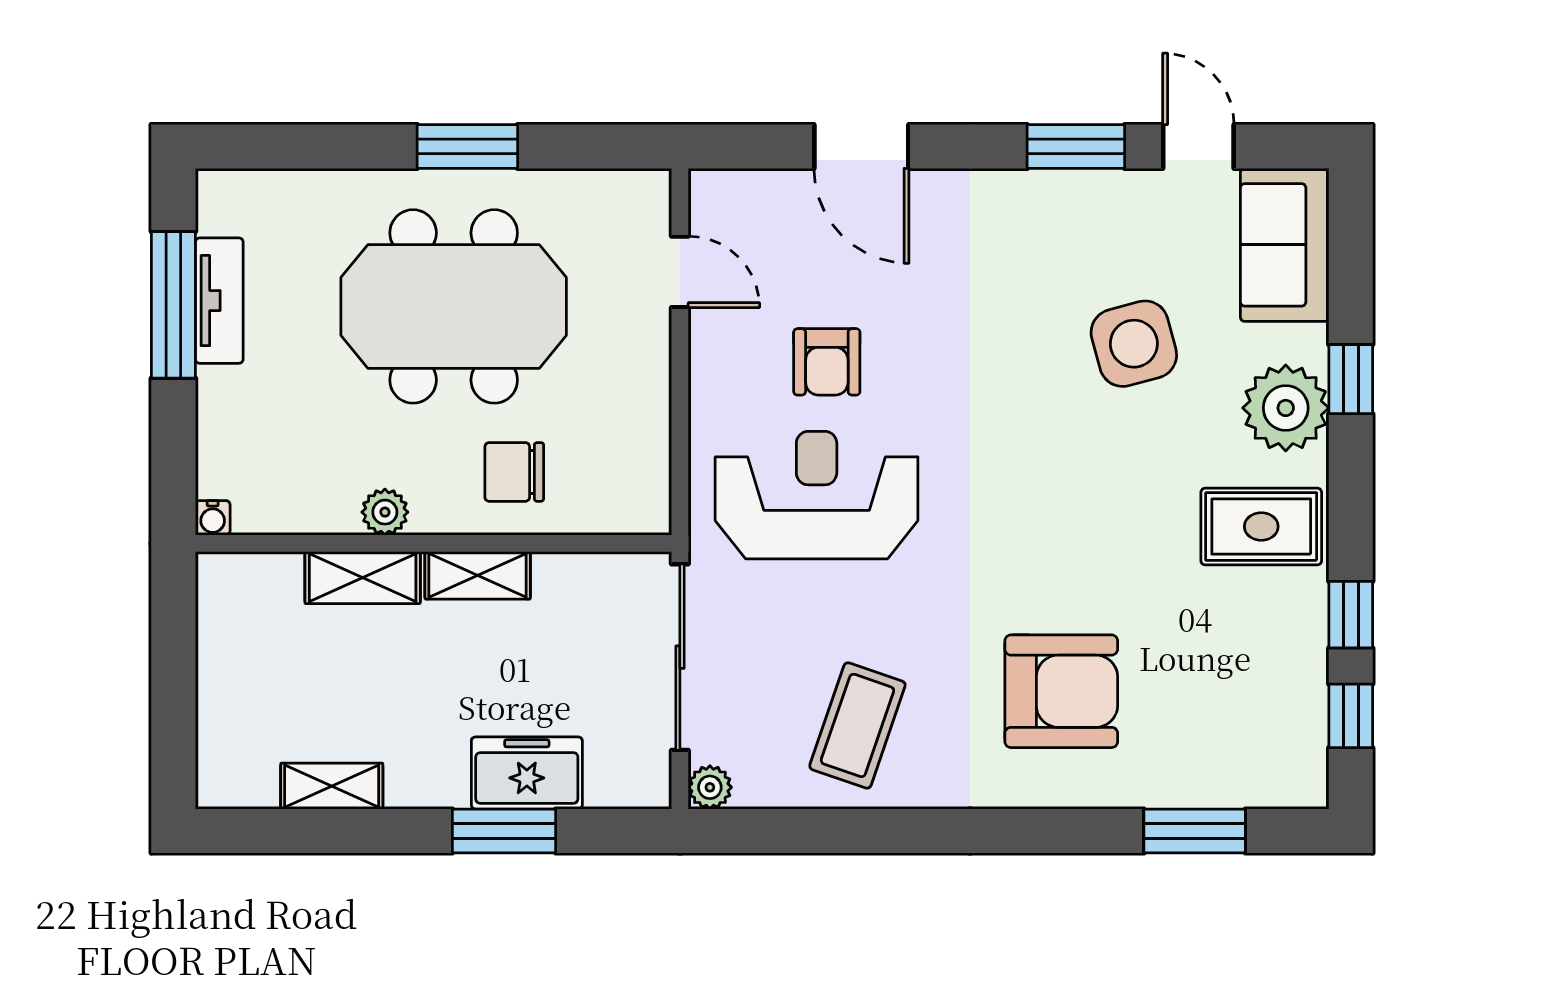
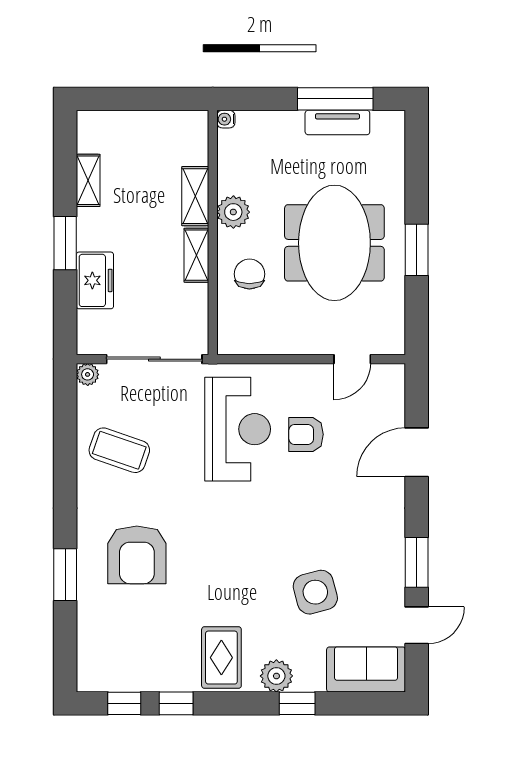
plant: (1286, 408) -> (276, 676), width x0.73, depth x0.73
plant: (385, 512) -> (233, 212), width x1.38, depth x1.38
window: (504, 831) -> (65, 243), moved
window: (1195, 831) -> (65, 575), moved

